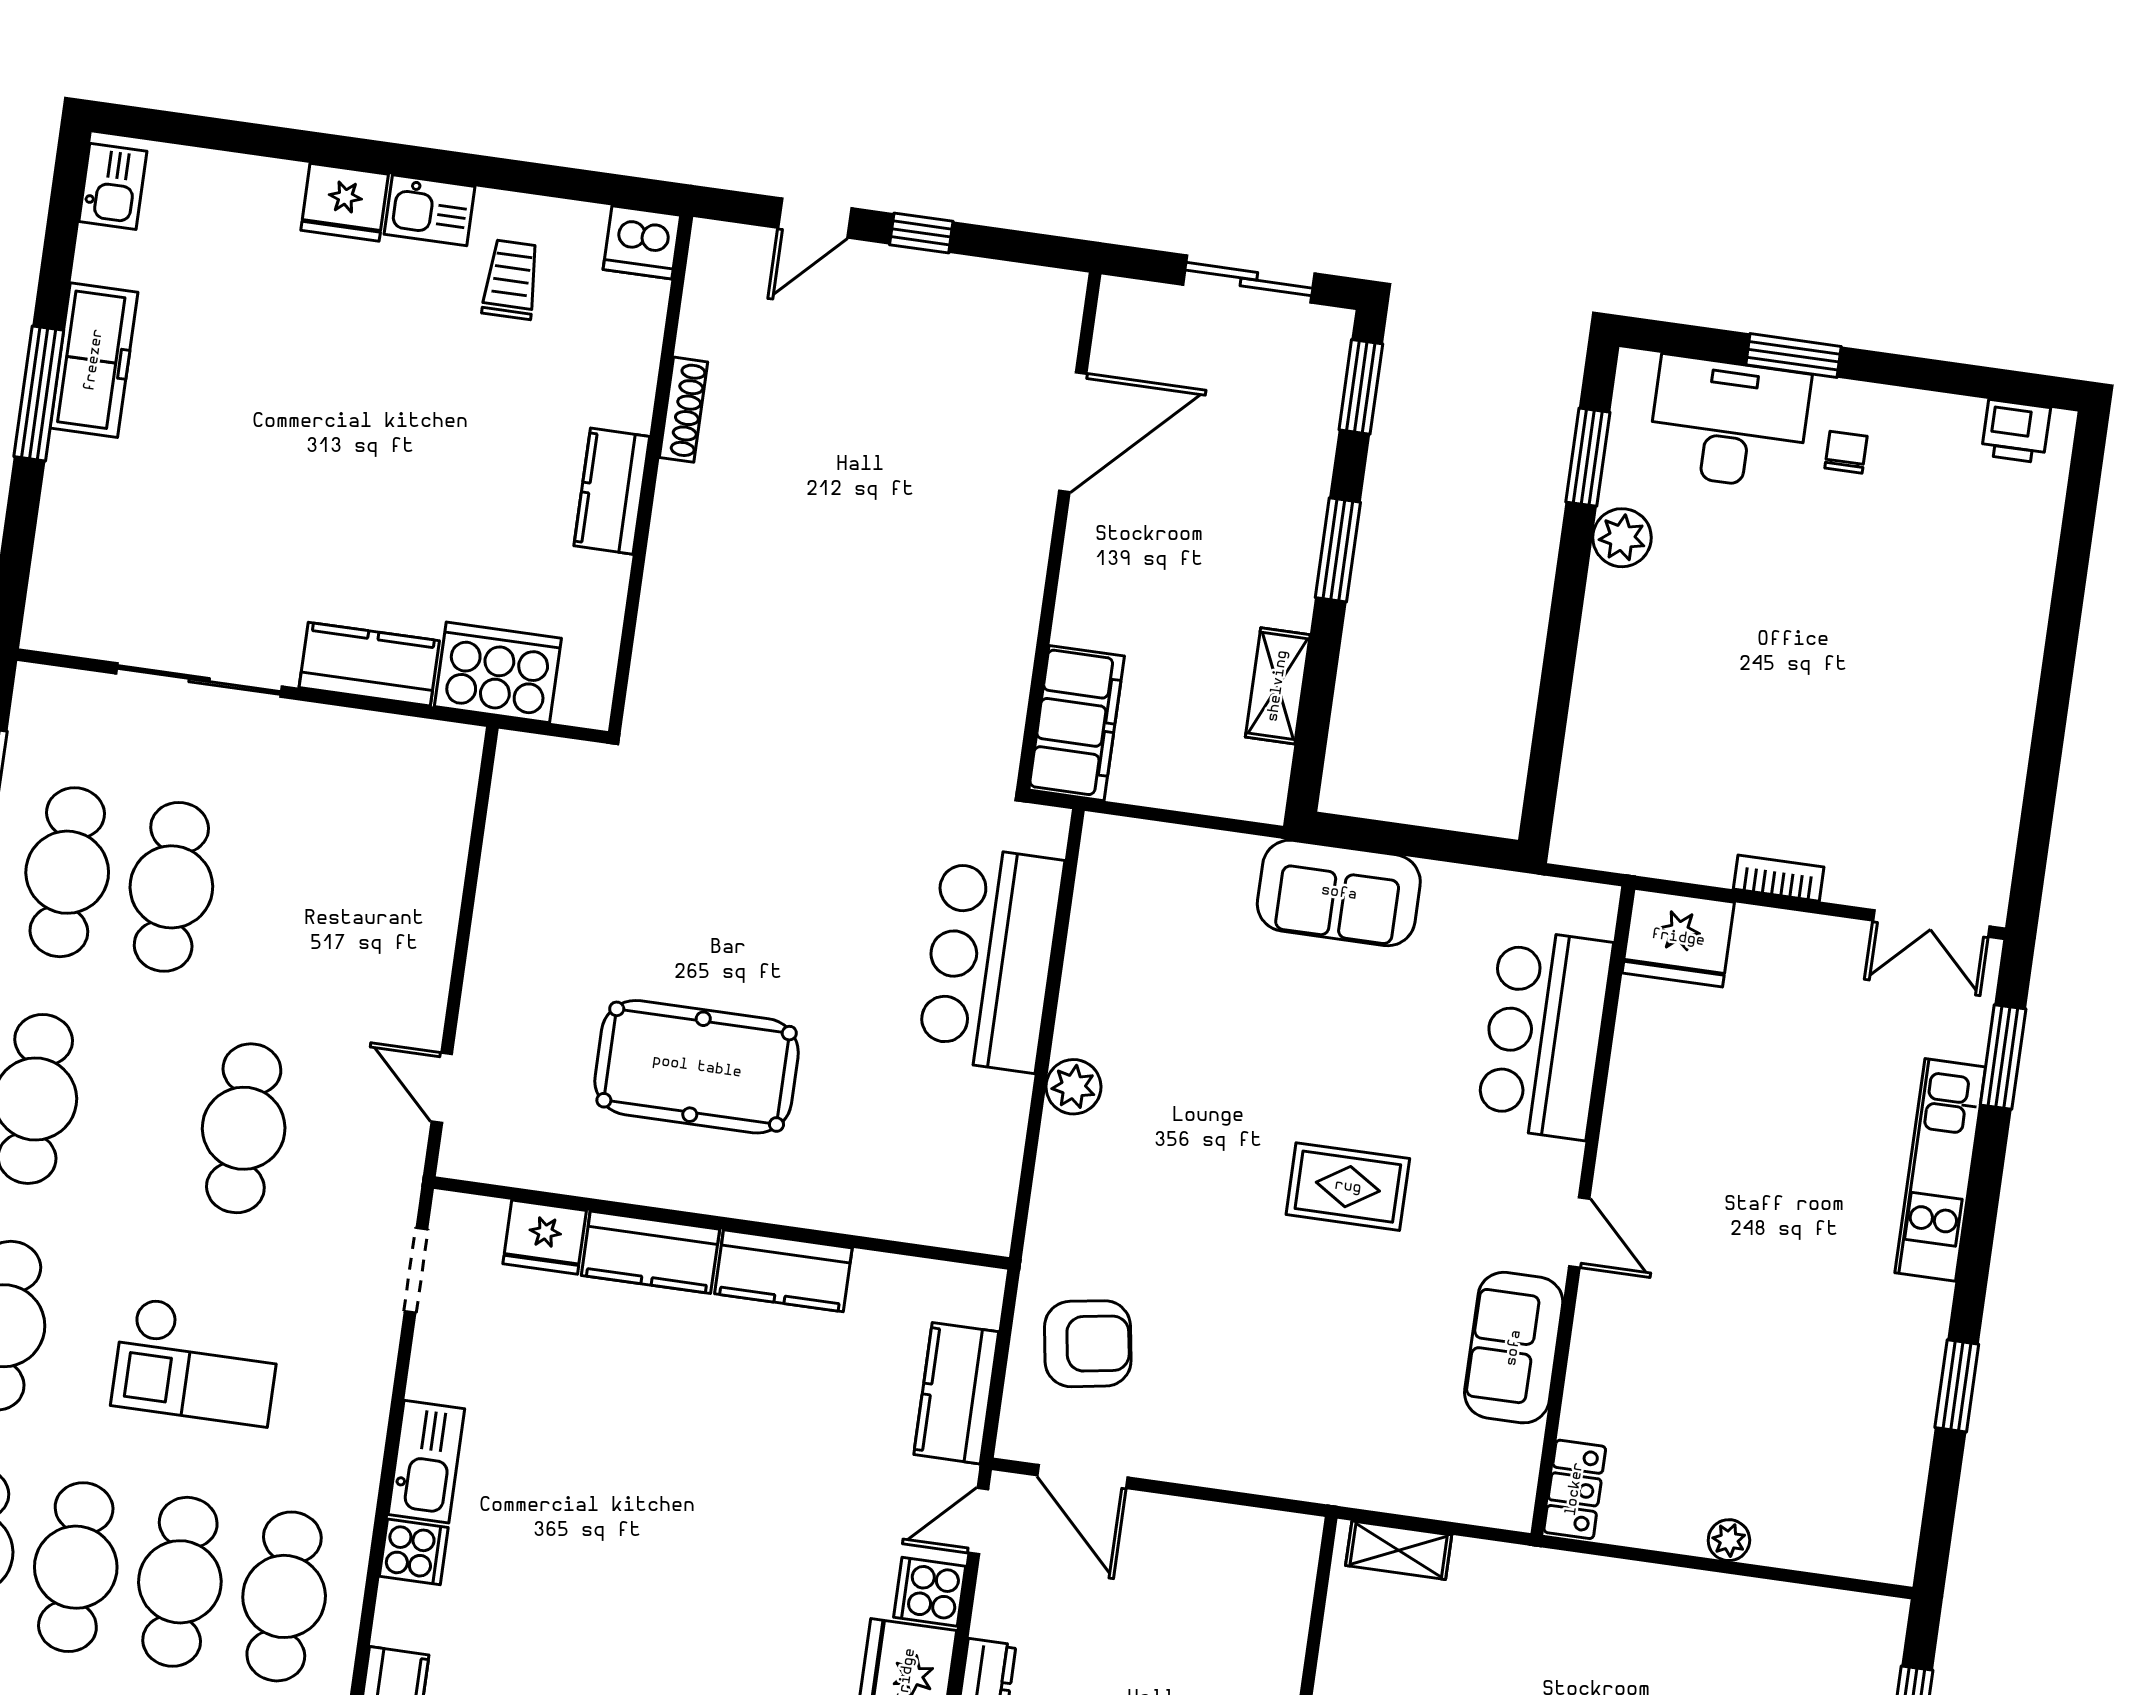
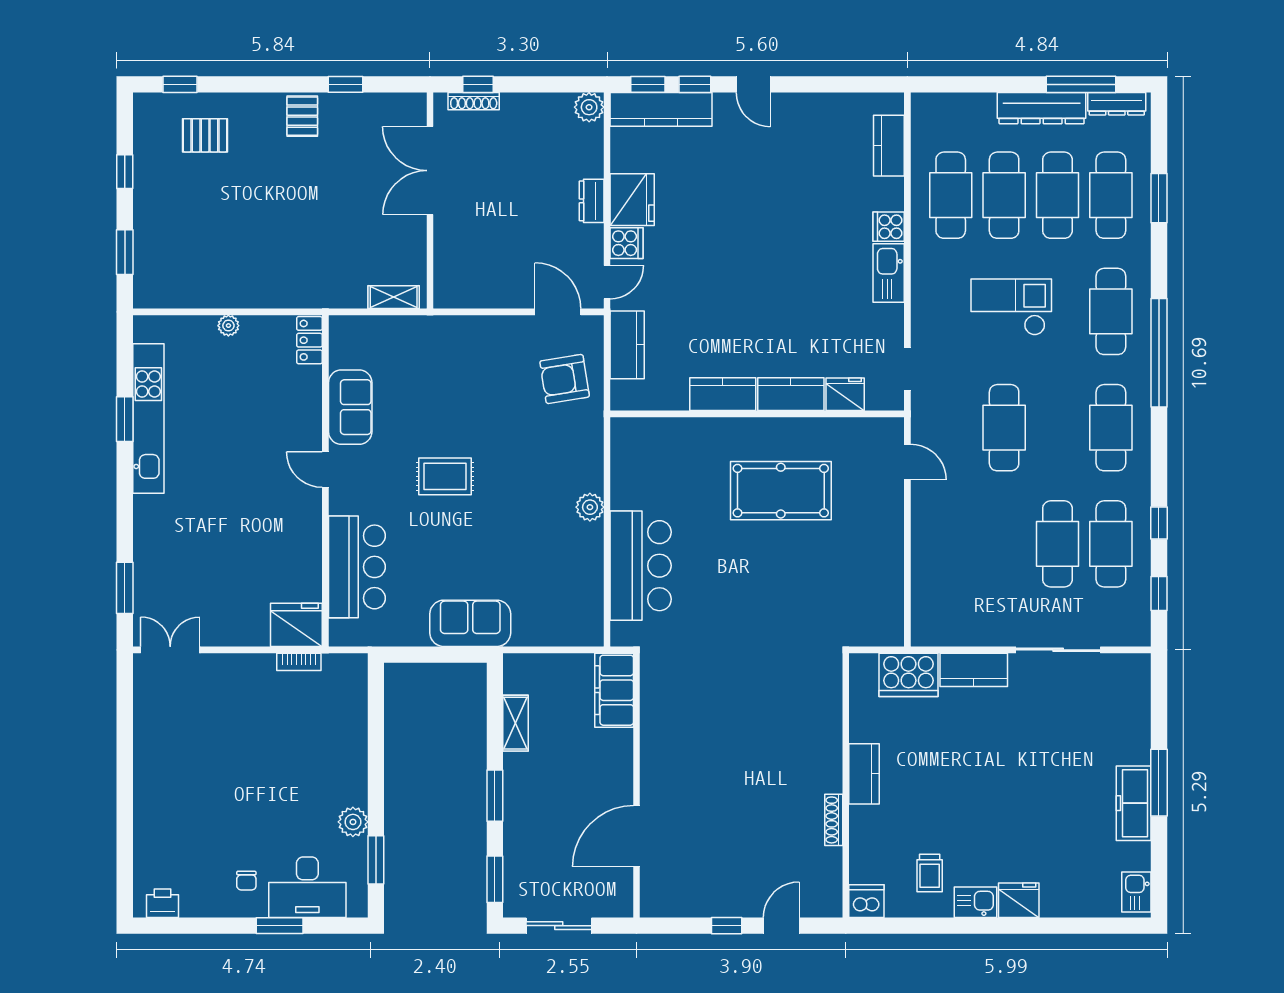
bookcase: (1779, 878) -> (299, 662), moved
kitchen unit: (1940, 1170) -> (148, 418), moved, width x1.36

